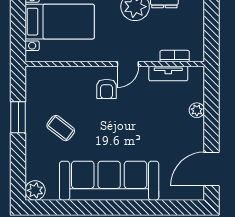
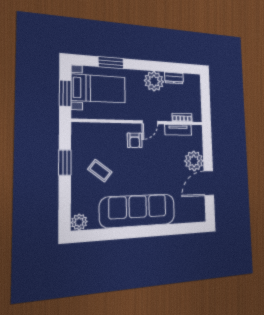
window: (18, 30) -> (65, 93), added
plant: (197, 110) -> (194, 161), width x1.87, depth x1.87
door: (212, 169) -> (209, 183), moved

